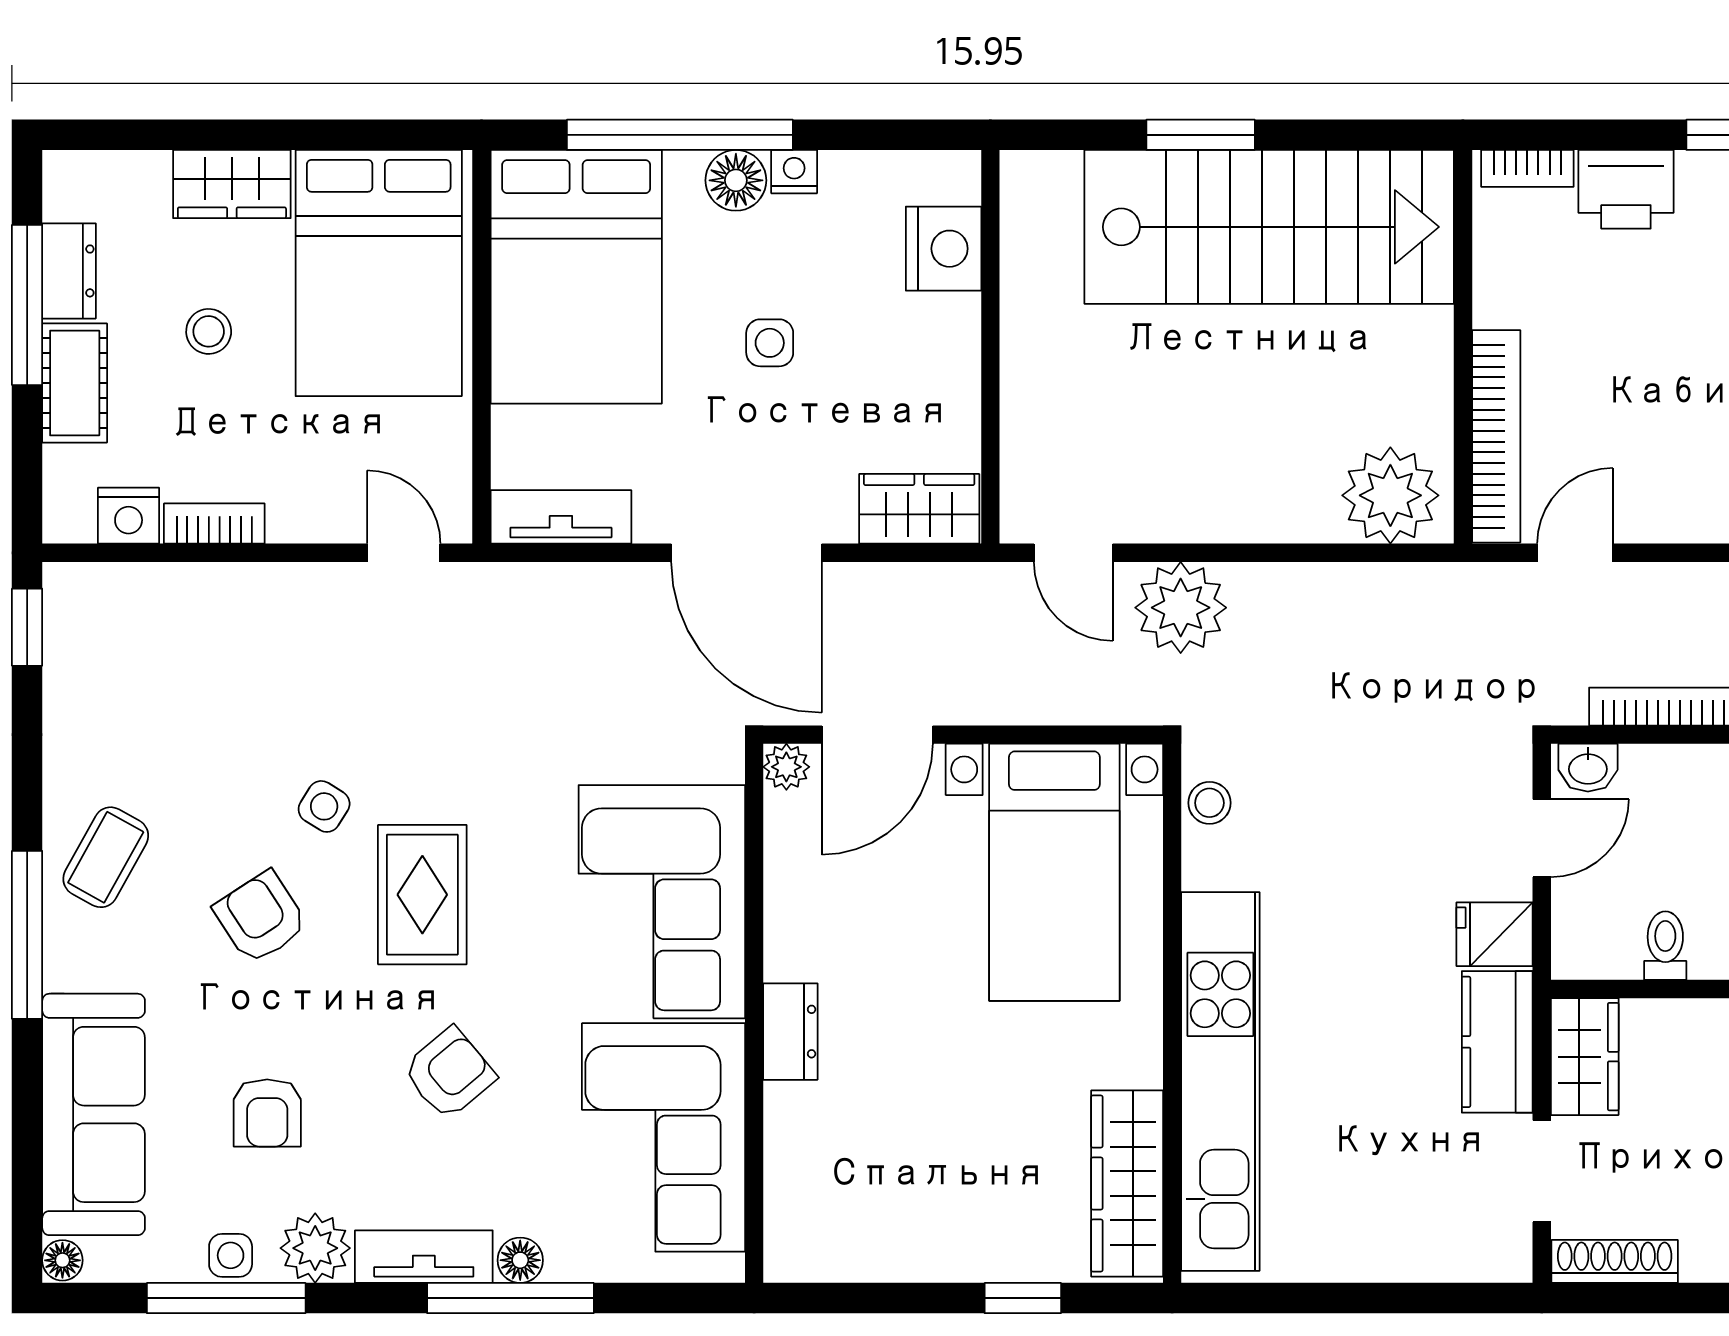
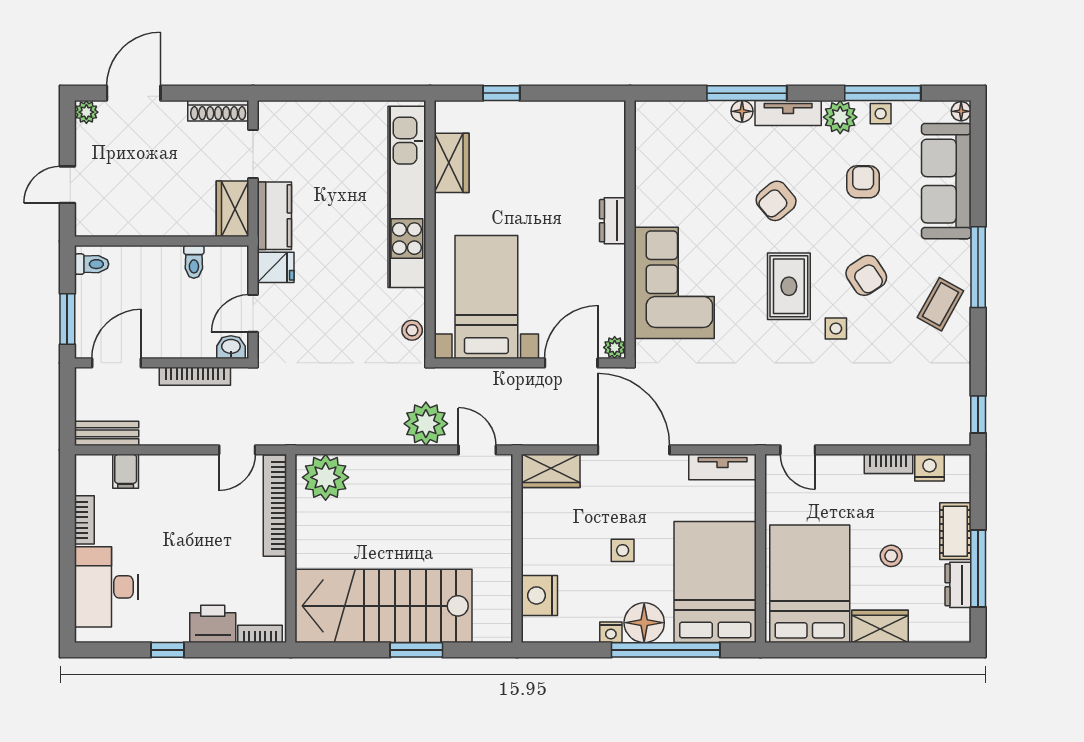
floor lamp: (736, 180) -> (644, 623), width x1.38, depth x1.38
side table: (324, 806) -> (836, 328), turned -32
corner sofa: (664, 1137) -> (673, 170), removed
wardrobe: (1127, 1184) -> (452, 163), width x0.67

